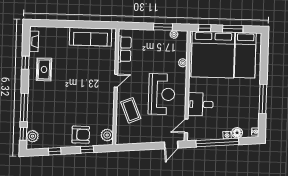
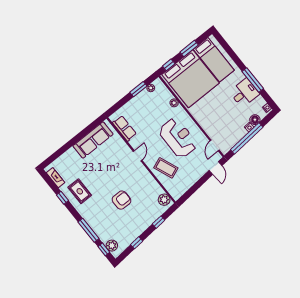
desk: (200, 104) -> (244, 93), moved, turned 180
armchair: (81, 135) -> (121, 200), moved

